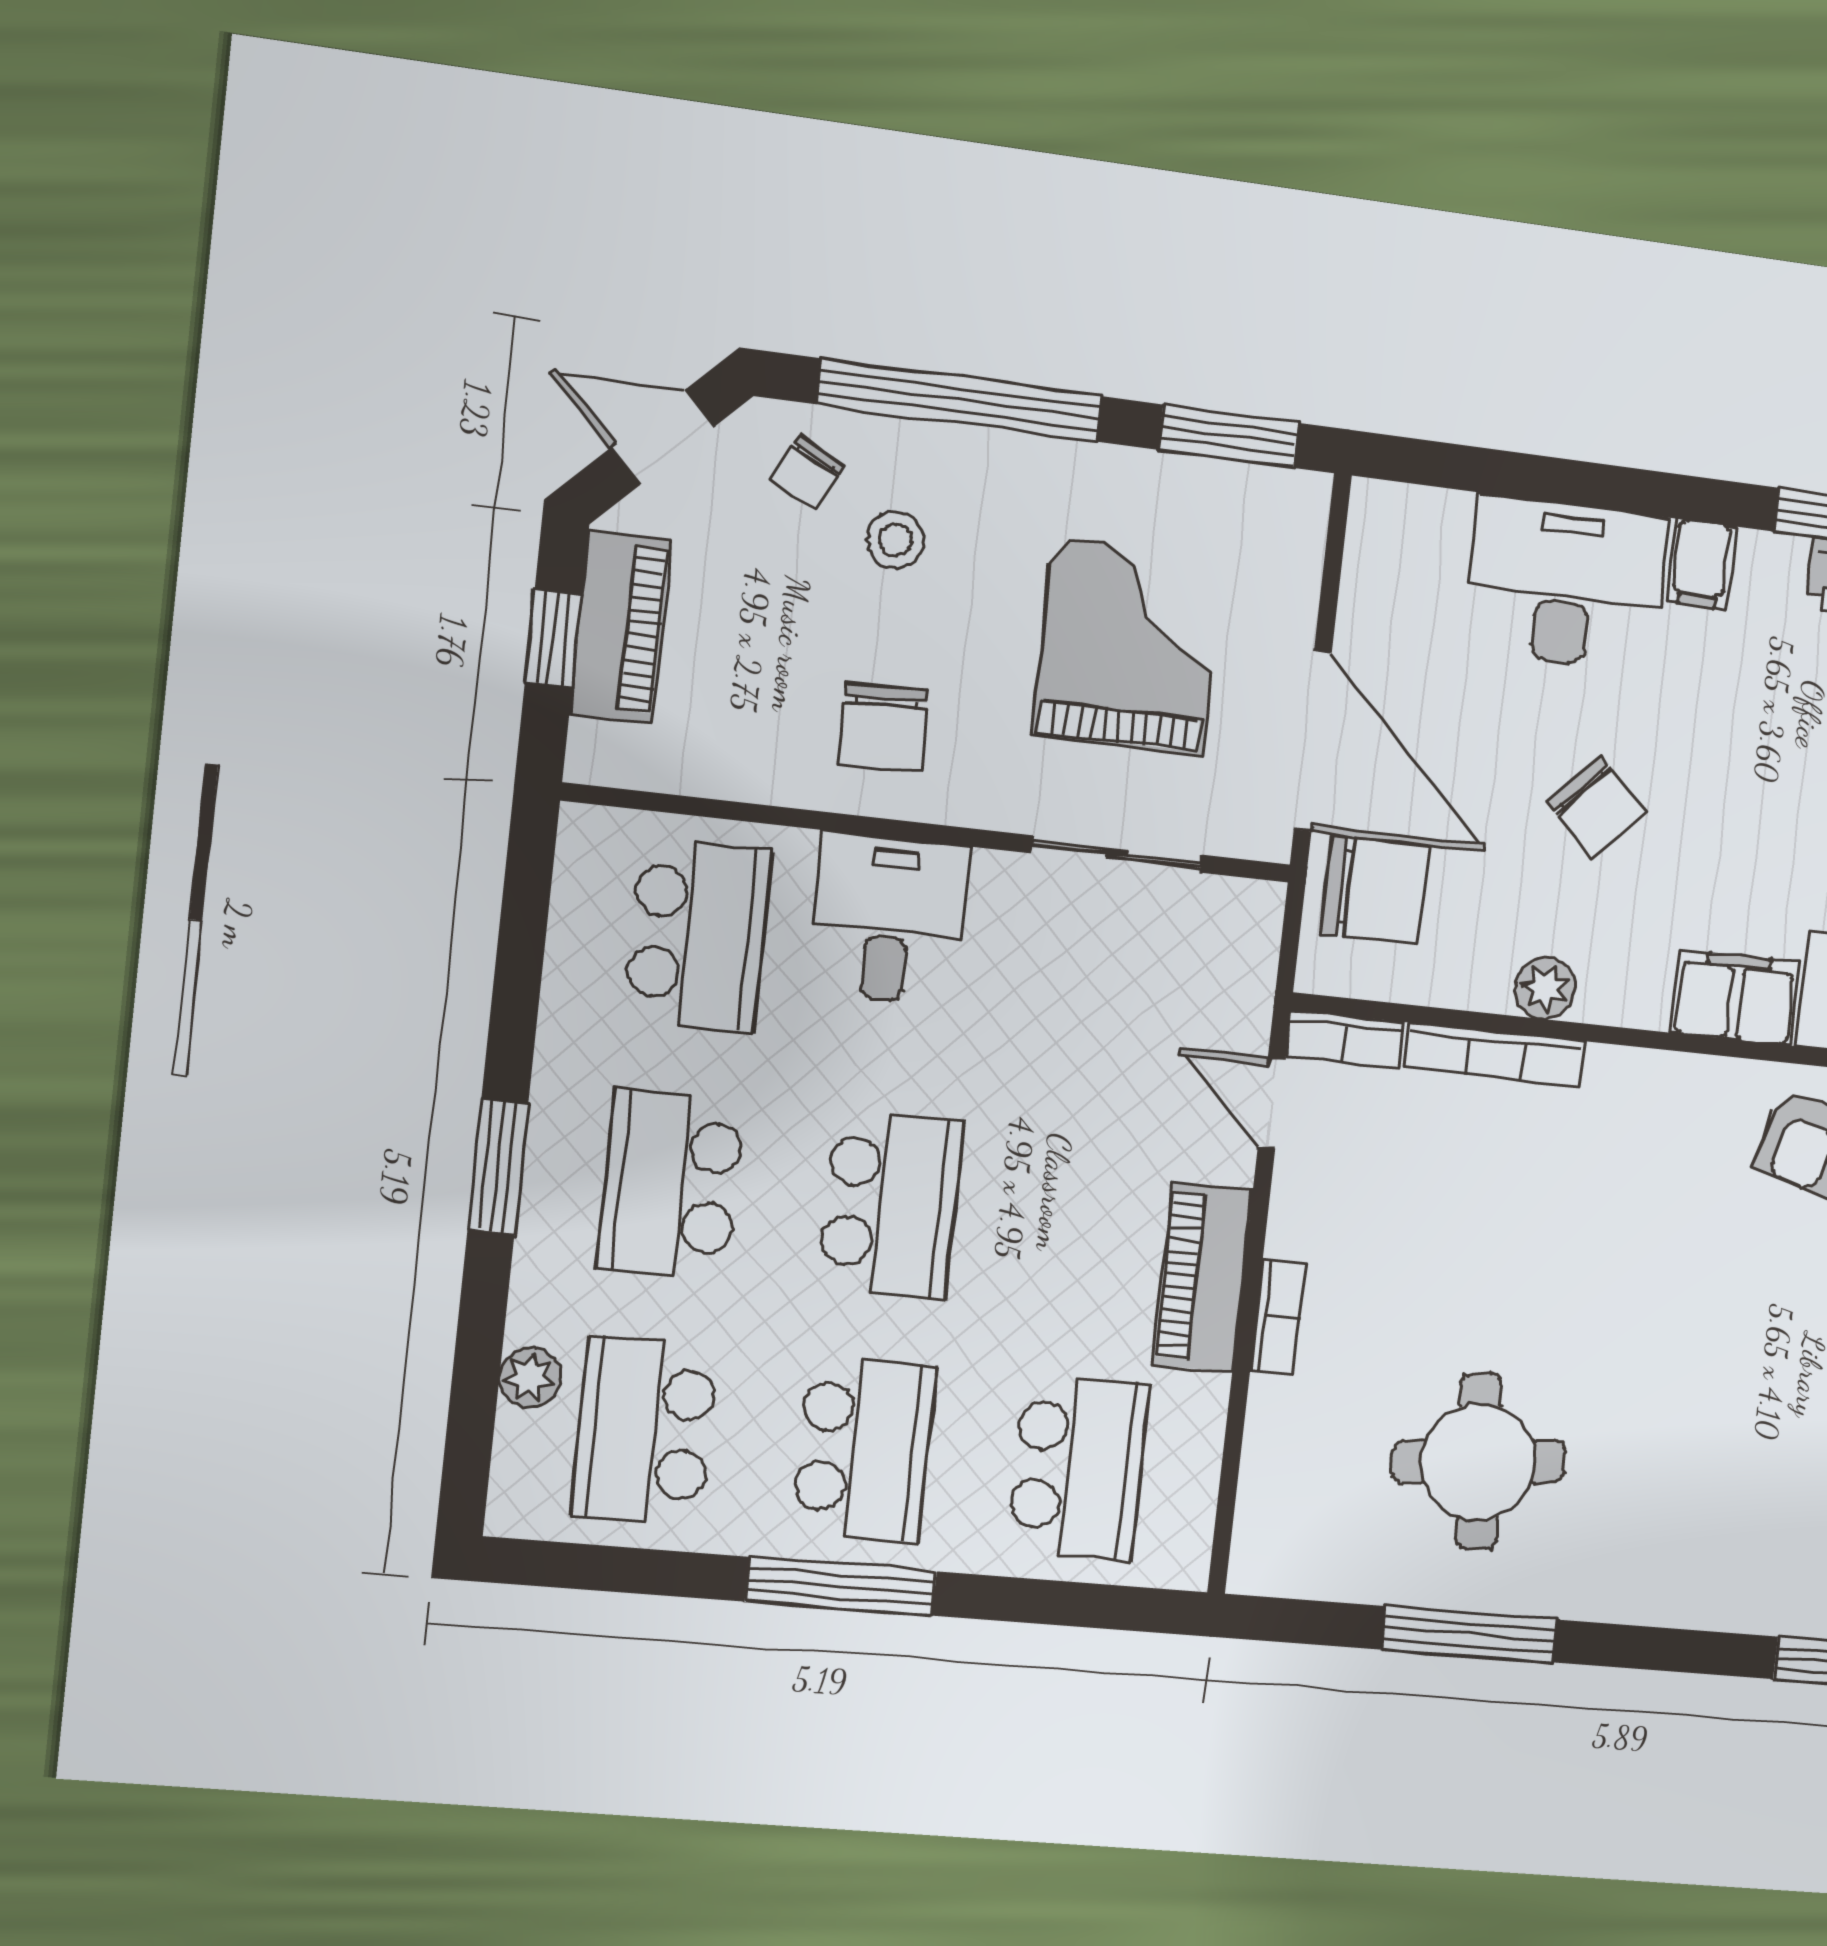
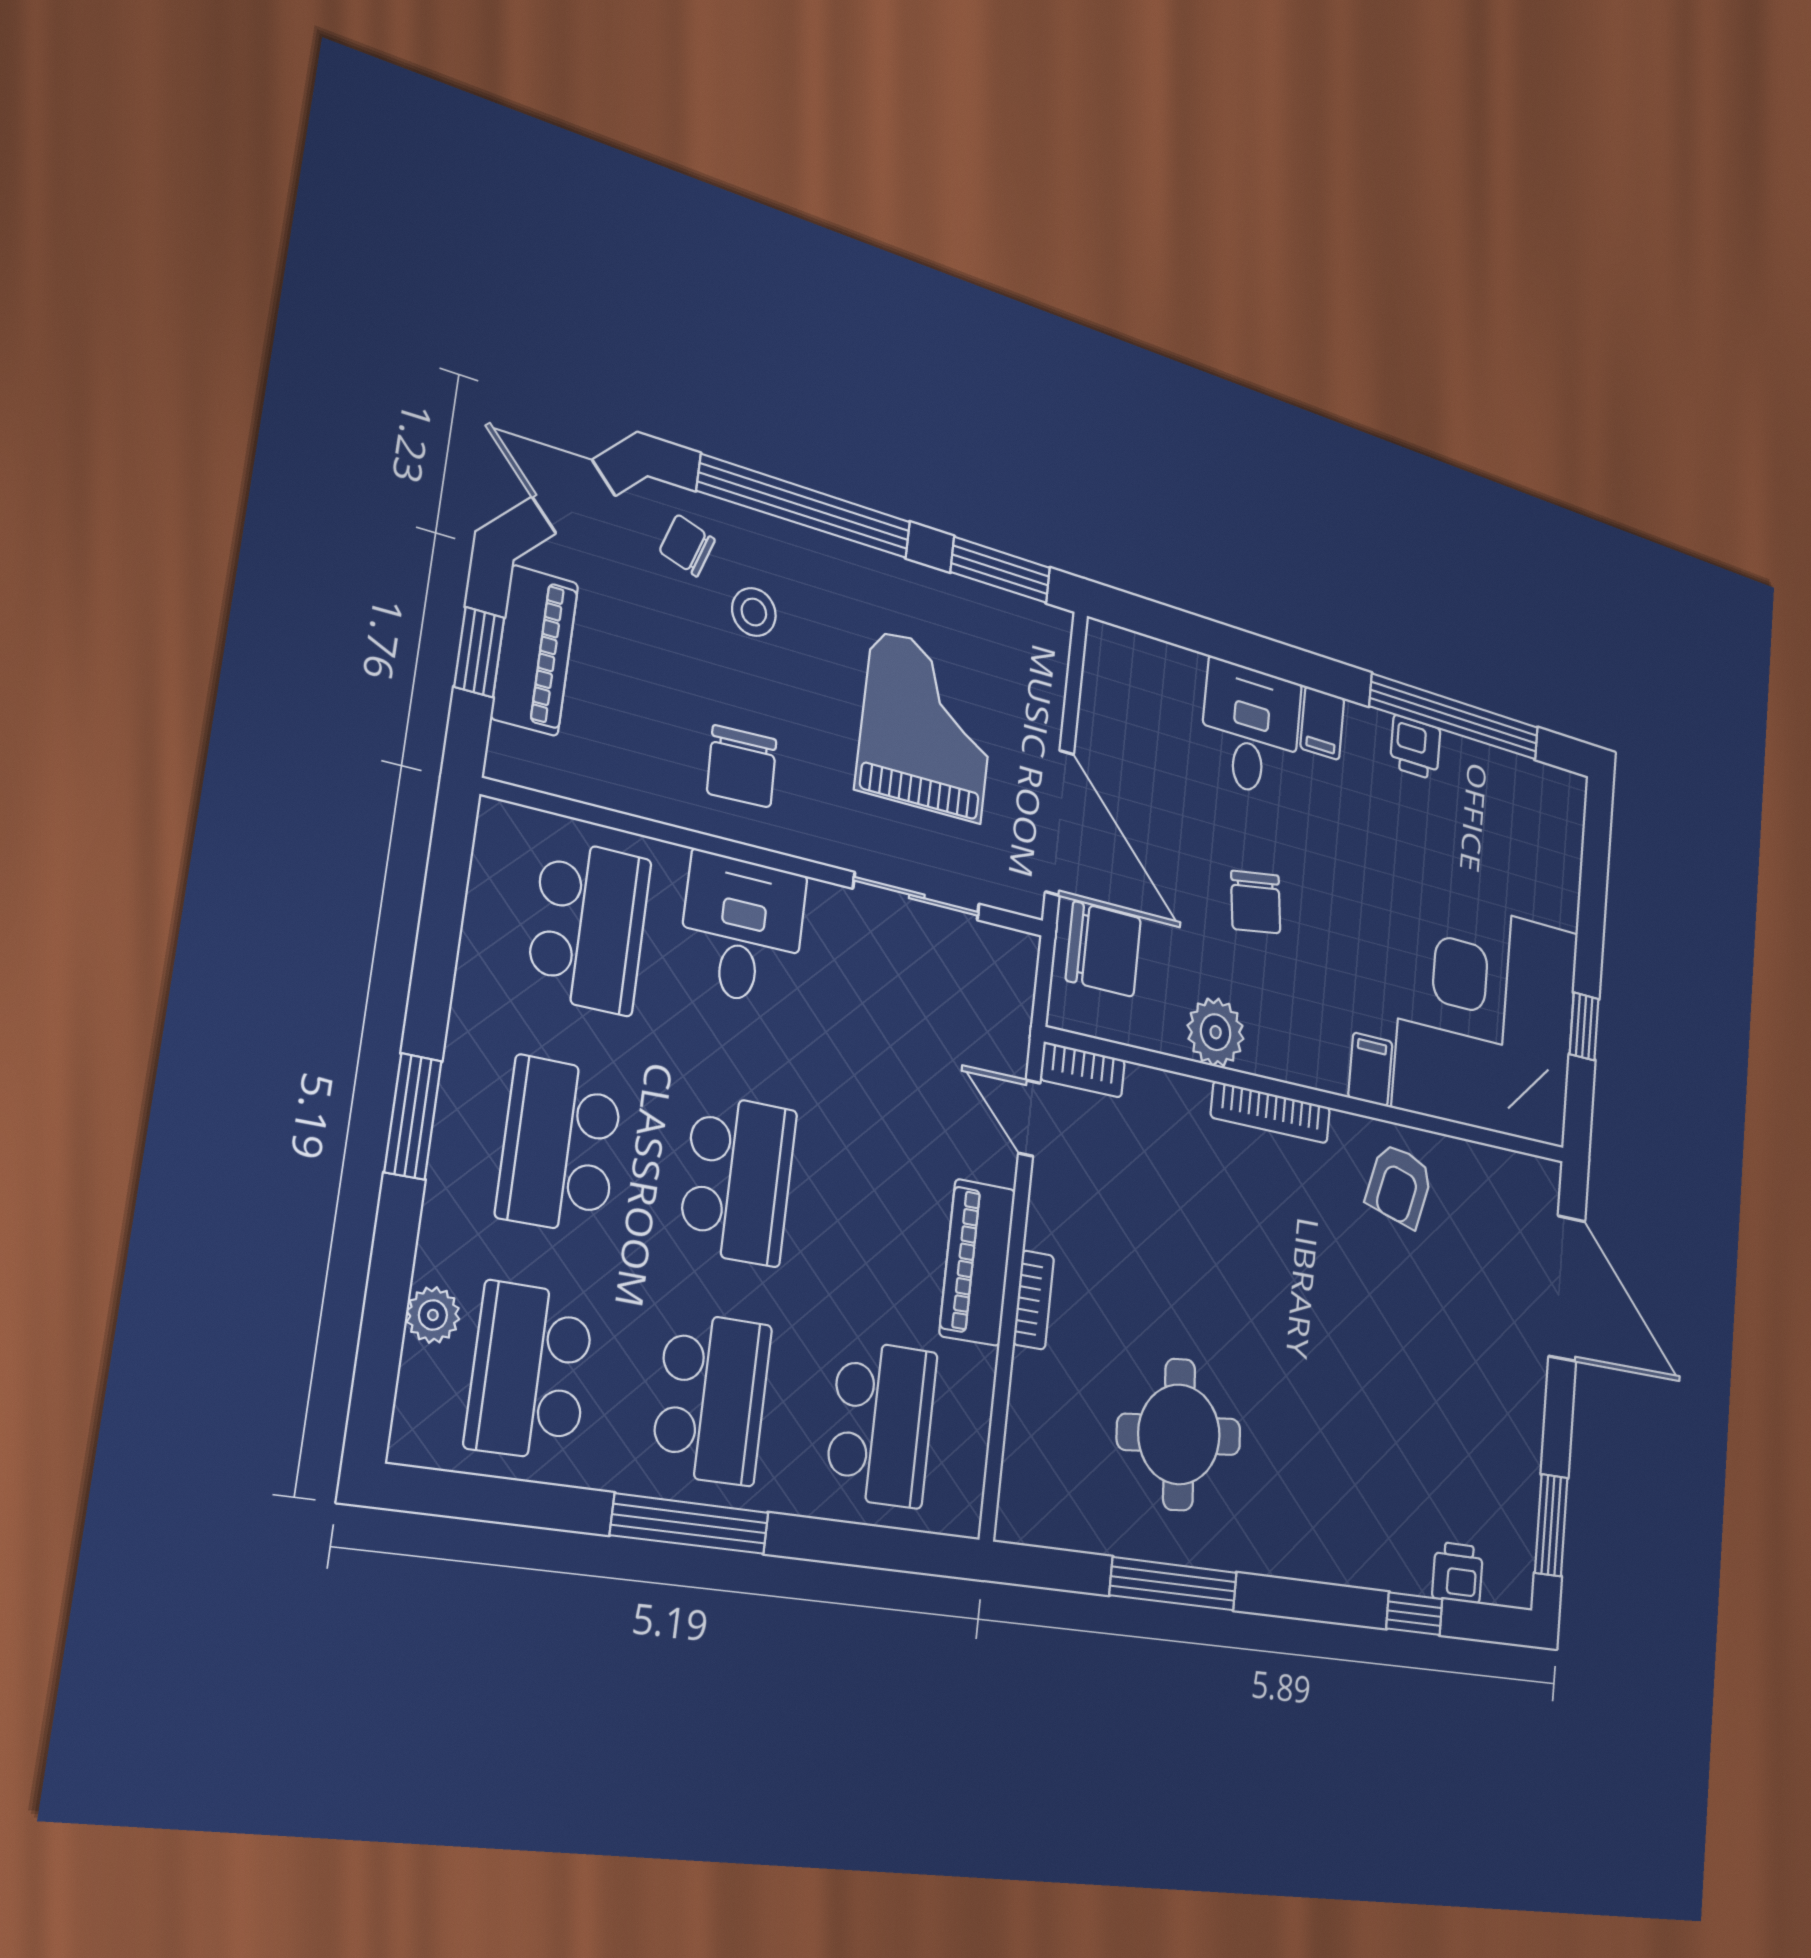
chair: (807, 473) -> (687, 545), turned 81
desk: (1566, 584) -> (1250, 729), width x0.73
chair: (1596, 807) -> (1256, 902), turned 38
plant: (1545, 988) -> (1216, 1032), width x1.38, depth x1.38
filing cabinet: (1735, 998) -> (1370, 1070), width x0.50
bookcase: (1495, 1055) -> (1271, 1112), moved

